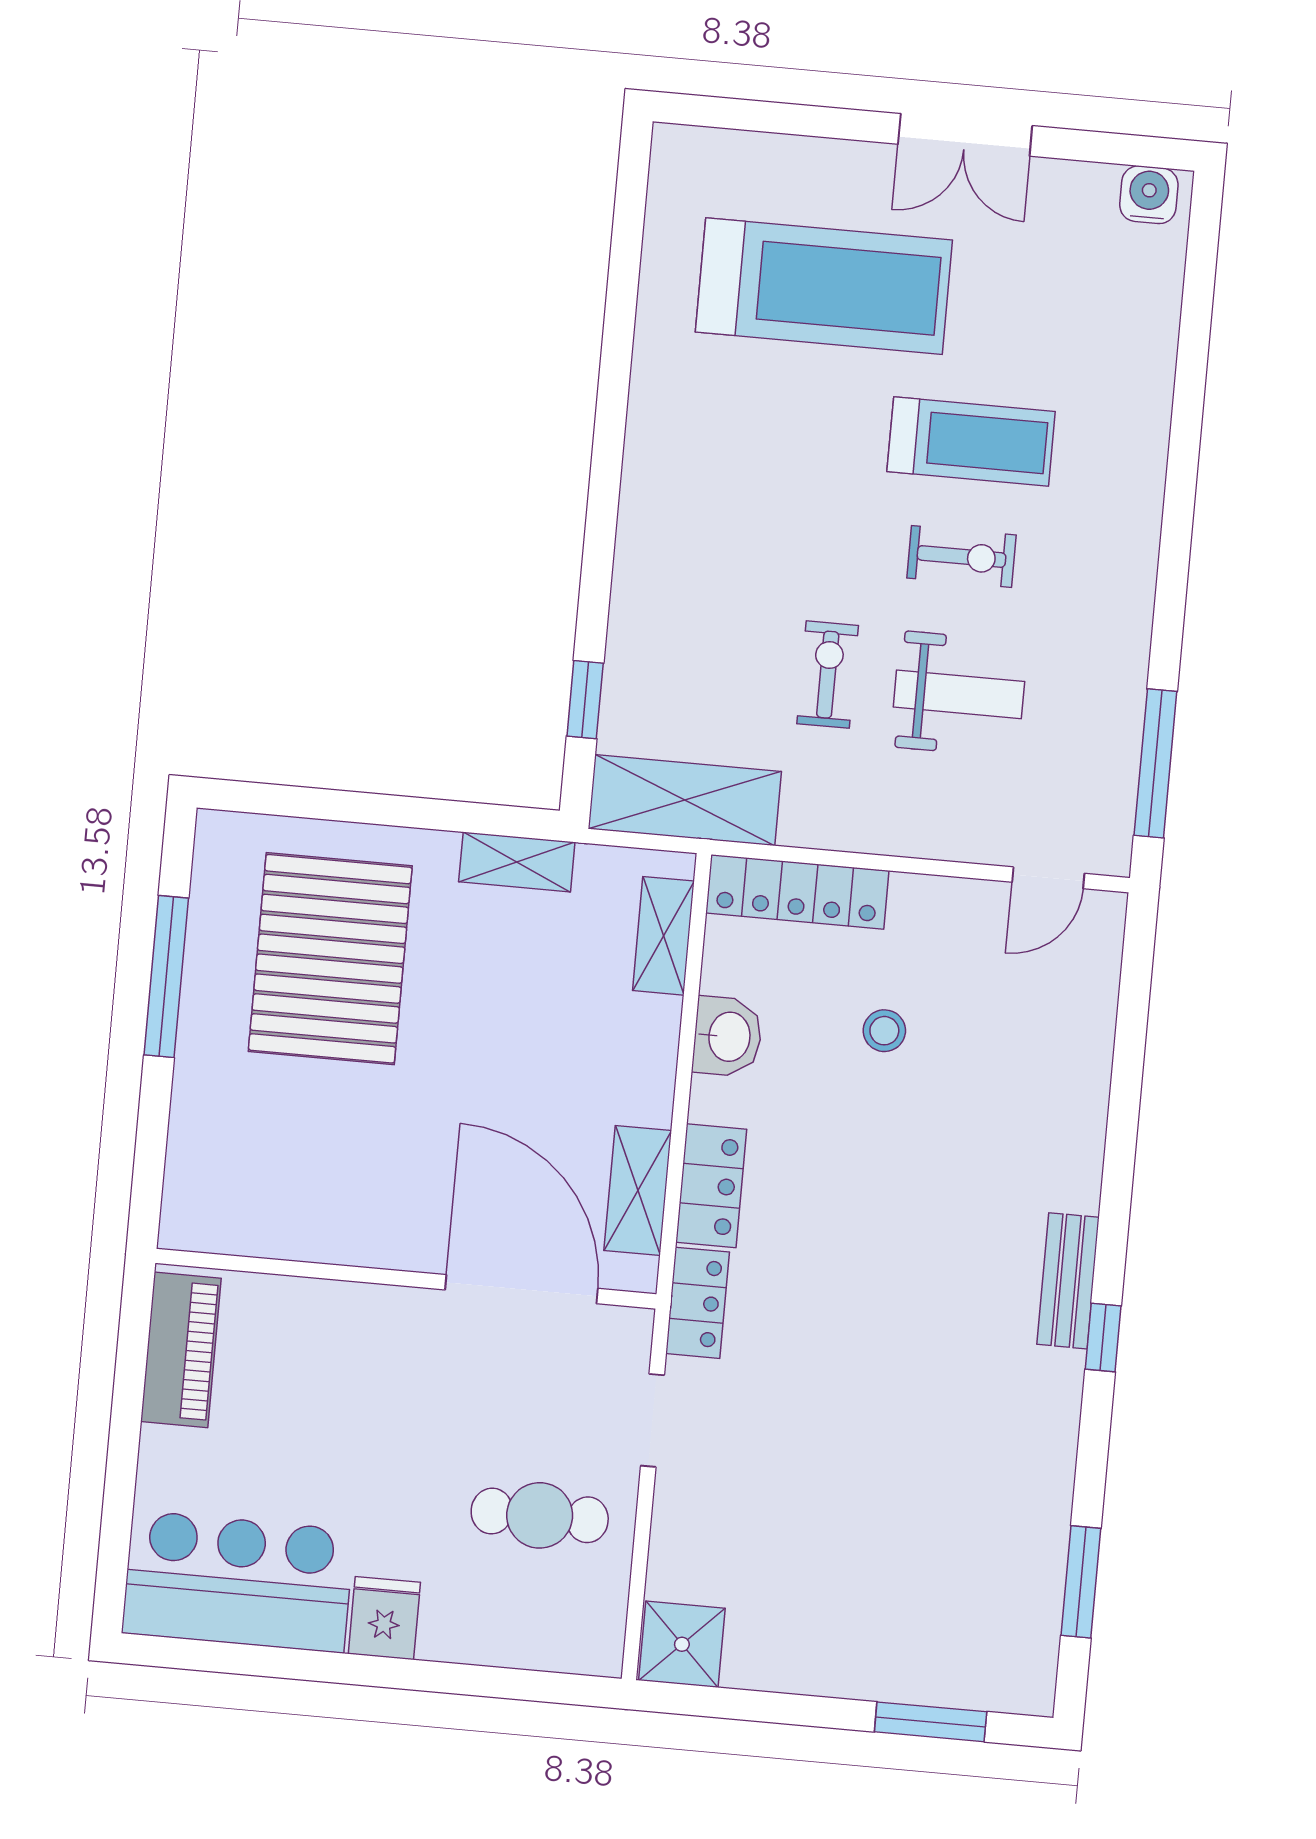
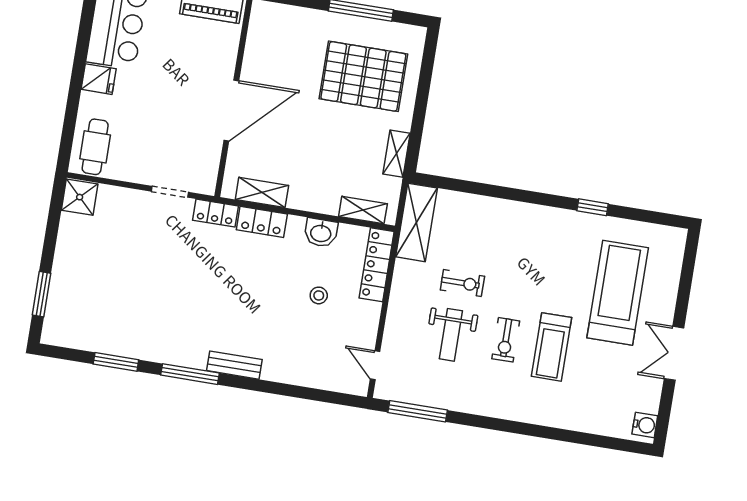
treadmill: (824, 286) -> (618, 293), turned 180
window: (585, 700) -> (593, 207), moved
bench: (1068, 1281) -> (234, 365), moved
door: (522, 1289) -> (231, 111), moved
window: (1103, 1337) -> (190, 374), width x2.17
cafe table: (540, 1515) -> (95, 147), moved
window: (1081, 1582) -> (116, 362), moved

